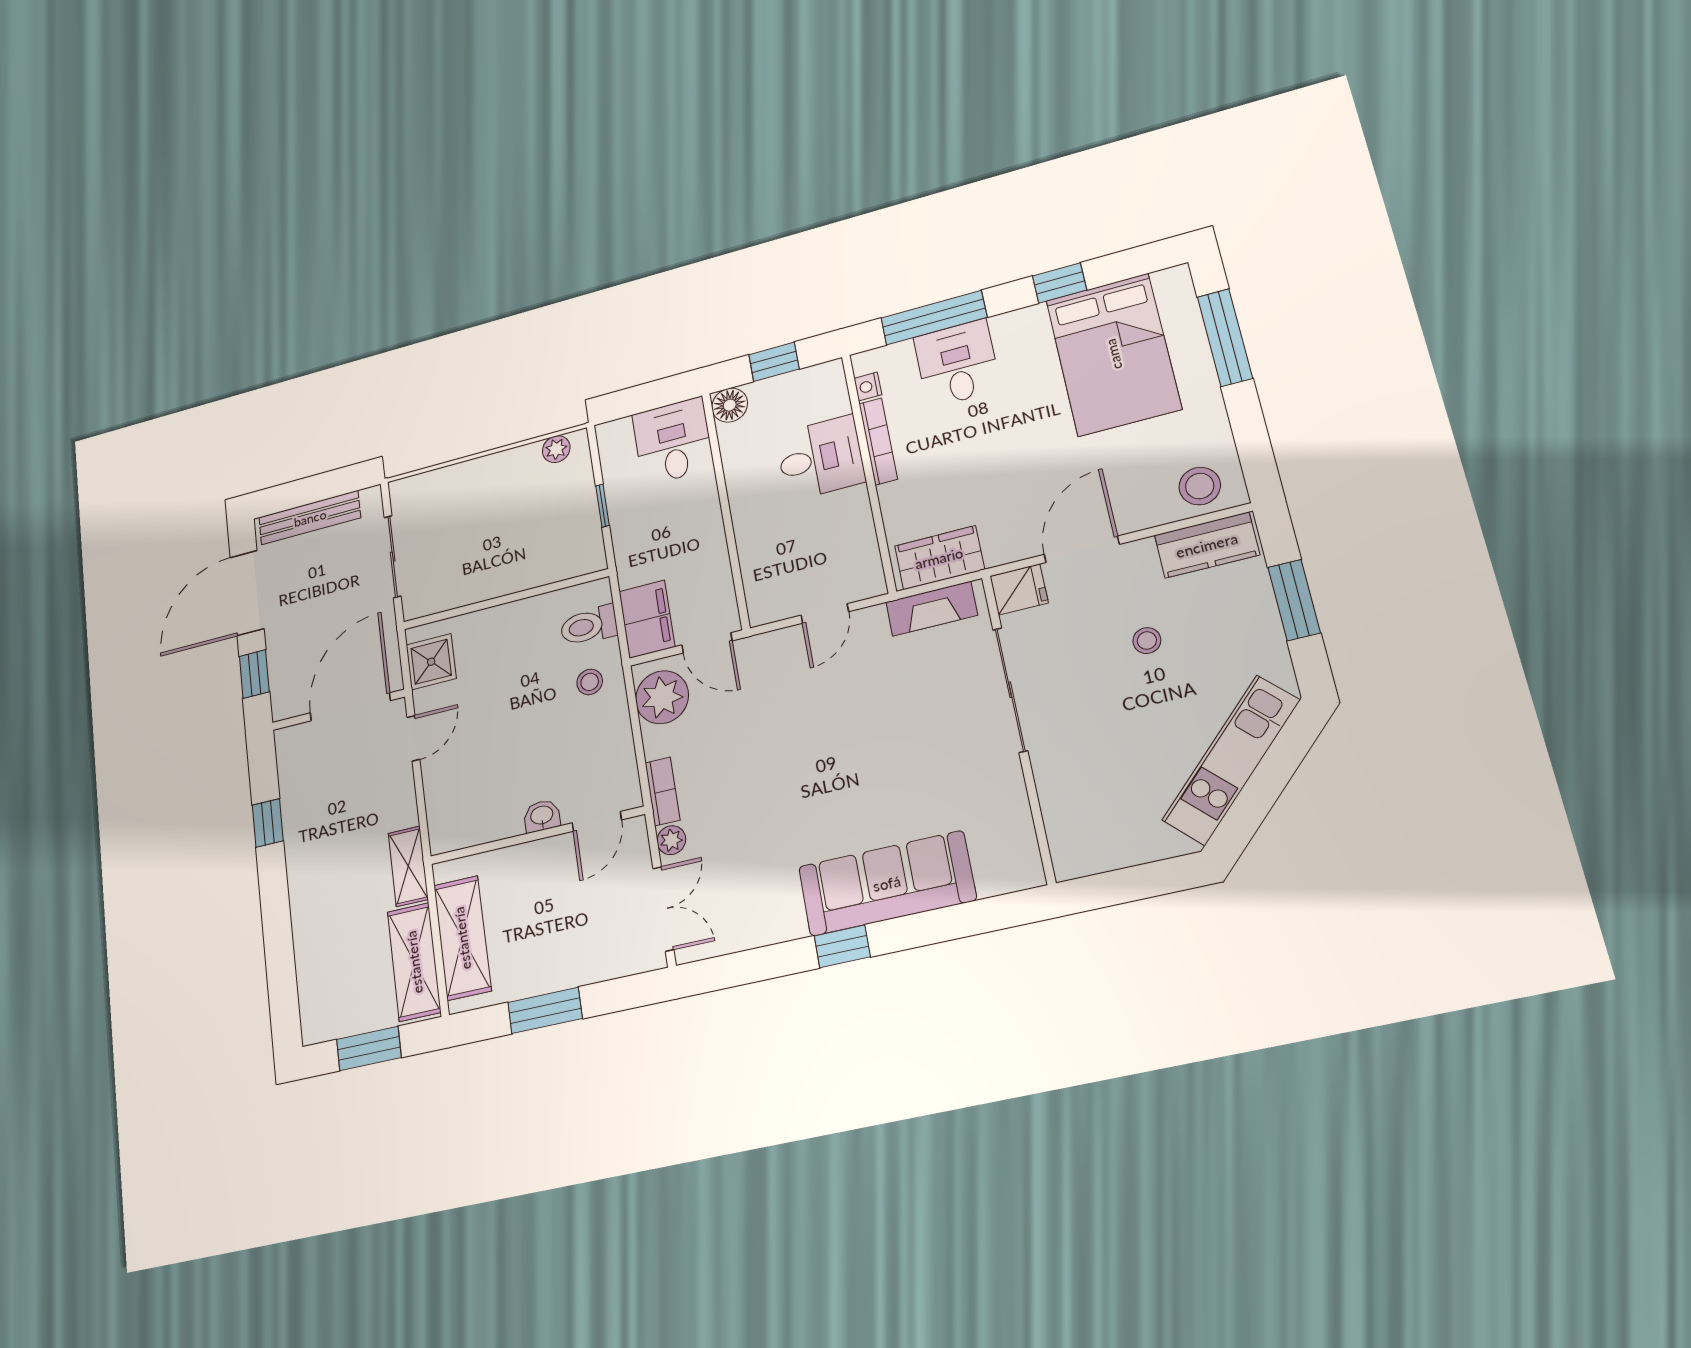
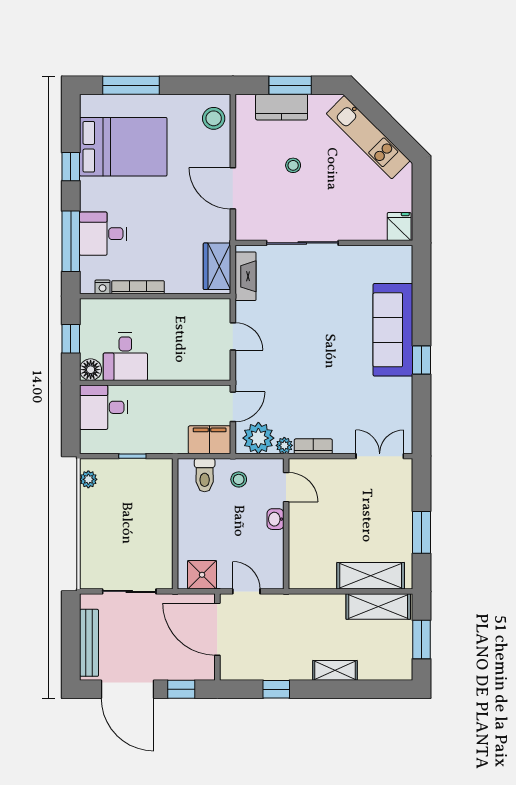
desk: (820, 458) -> (125, 357), moved, turned 180
kitchen counter: (1207, 545) -> (282, 107), moved, turned 90
fridge: (1019, 589) -> (399, 227), moved
washbasin: (542, 816) -> (275, 519), moved
door: (597, 821) -> (286, 487), moved
wall: (537, 835) -> (286, 524), moved
plant: (671, 840) -> (284, 445), moved
shelving: (408, 866) -> (335, 670), moved

